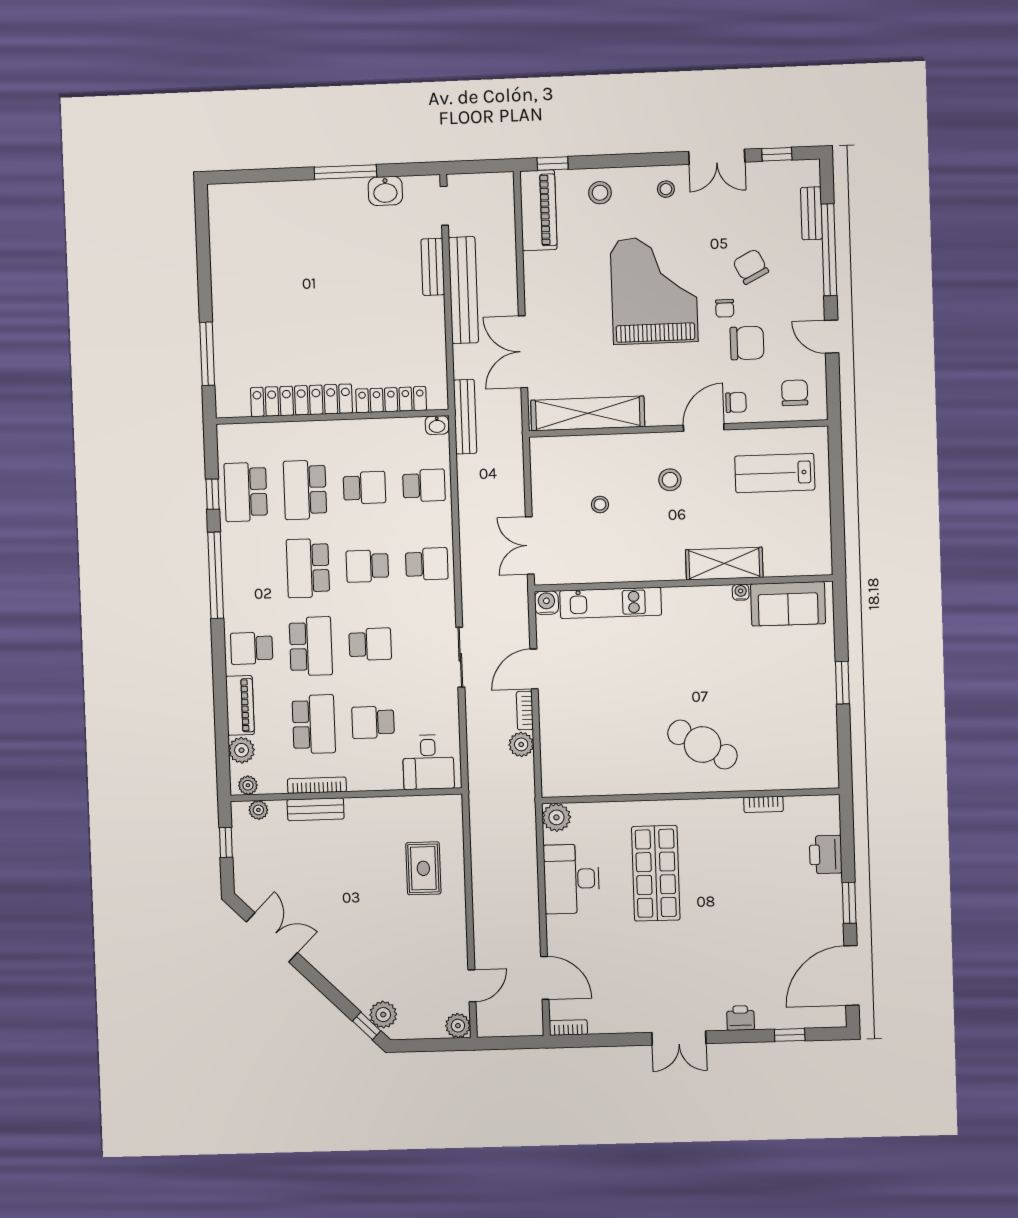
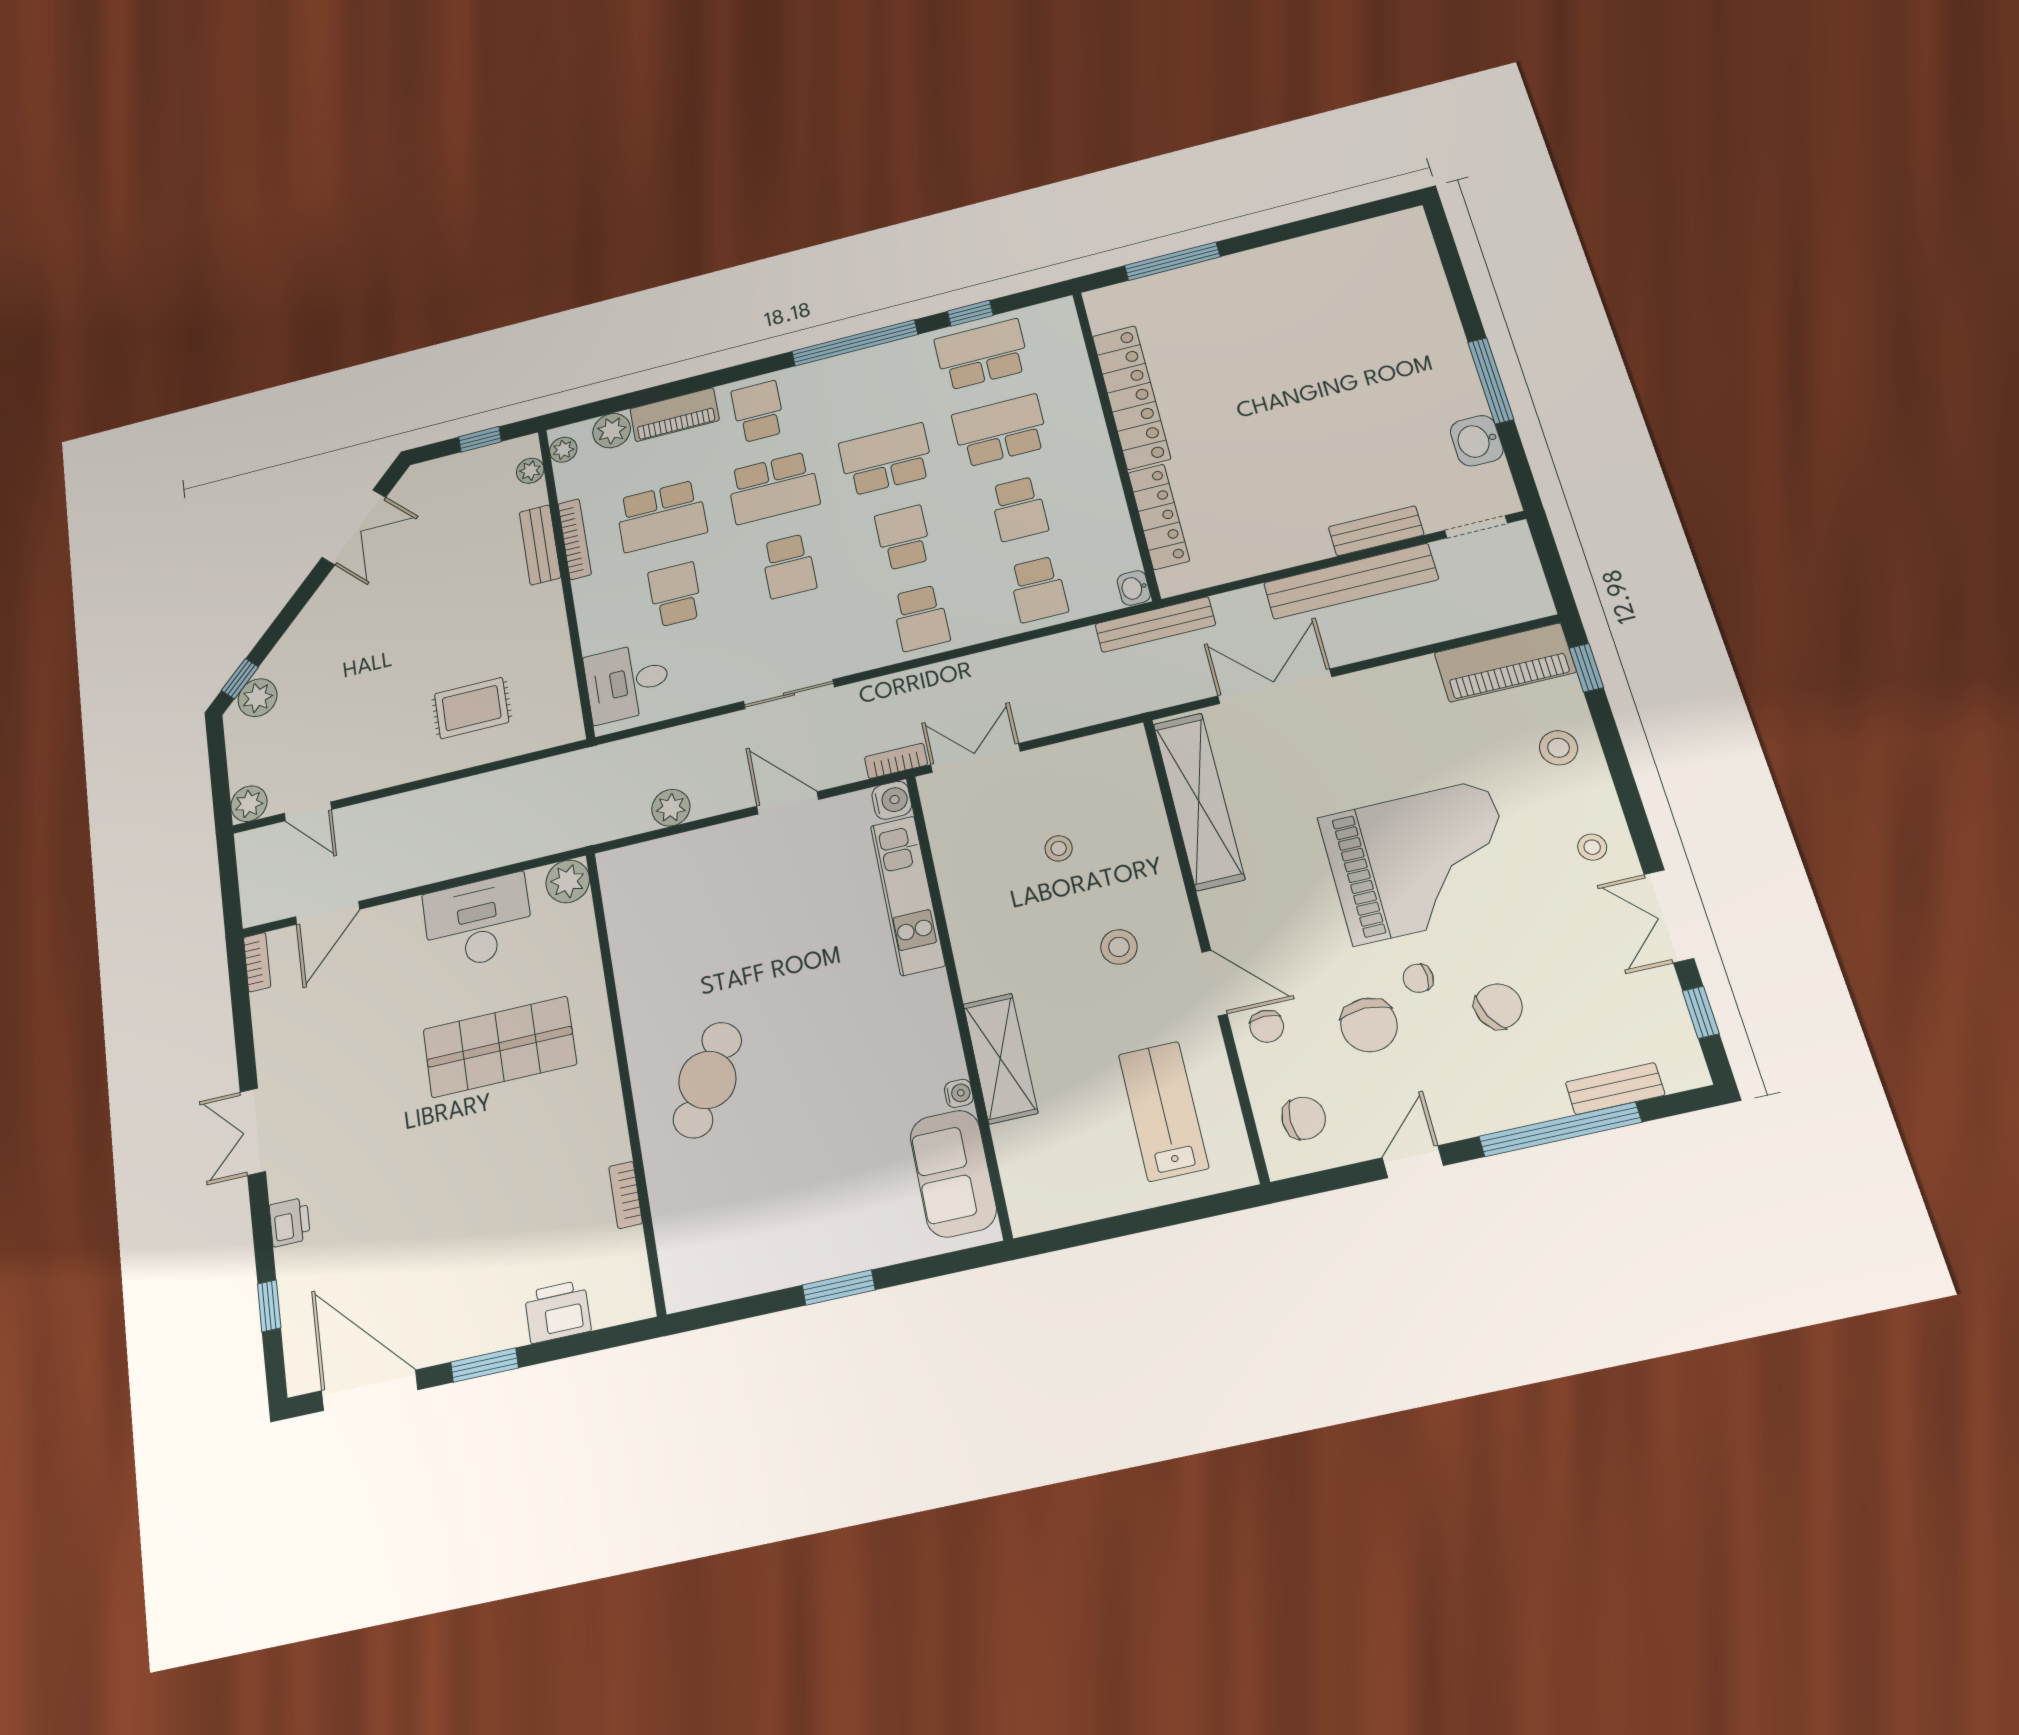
bookcase: (525, 711) -> (896, 761), moved

